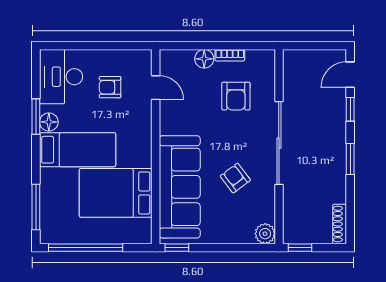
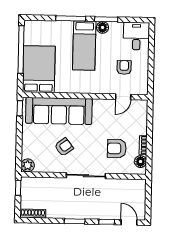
floor lamp: (204, 59) -> (140, 162), moved
desk: (61, 77) -> (136, 36), width x0.73
sliding door: (279, 143) -> (86, 176), width x0.73
bed: (116, 193) -> (39, 69), moved
window: (36, 207) -> (71, 18), moved

